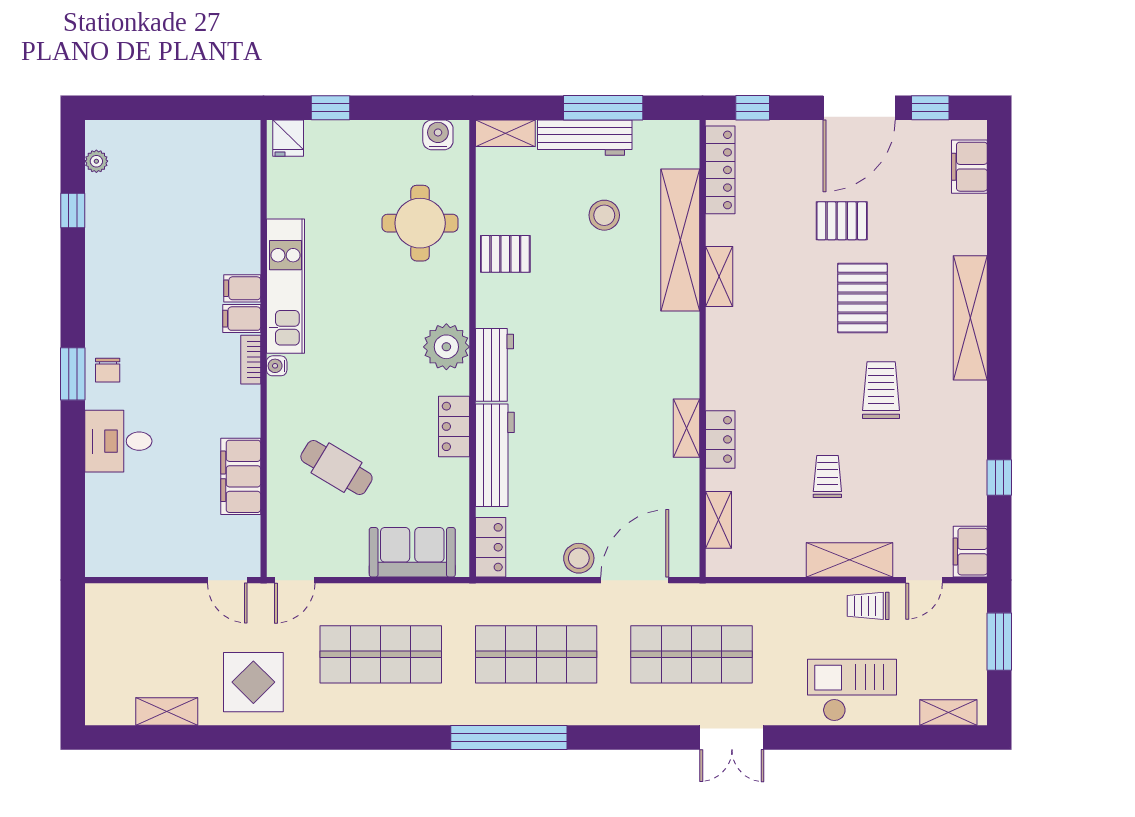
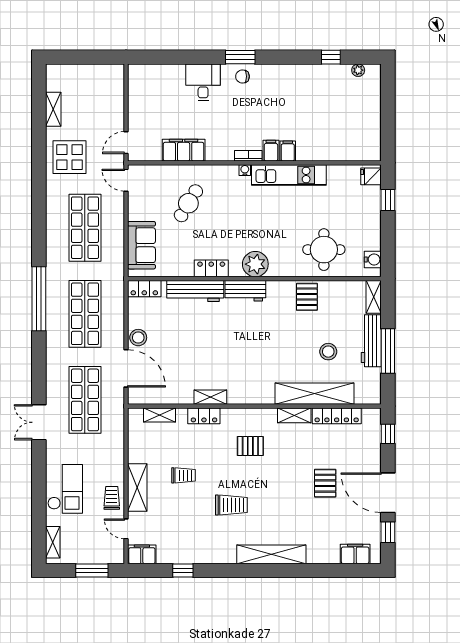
locker: (720, 170) -> (337, 416), moved
pallet: (862, 298) -> (250, 446), moved, width x0.67, depth x0.71

